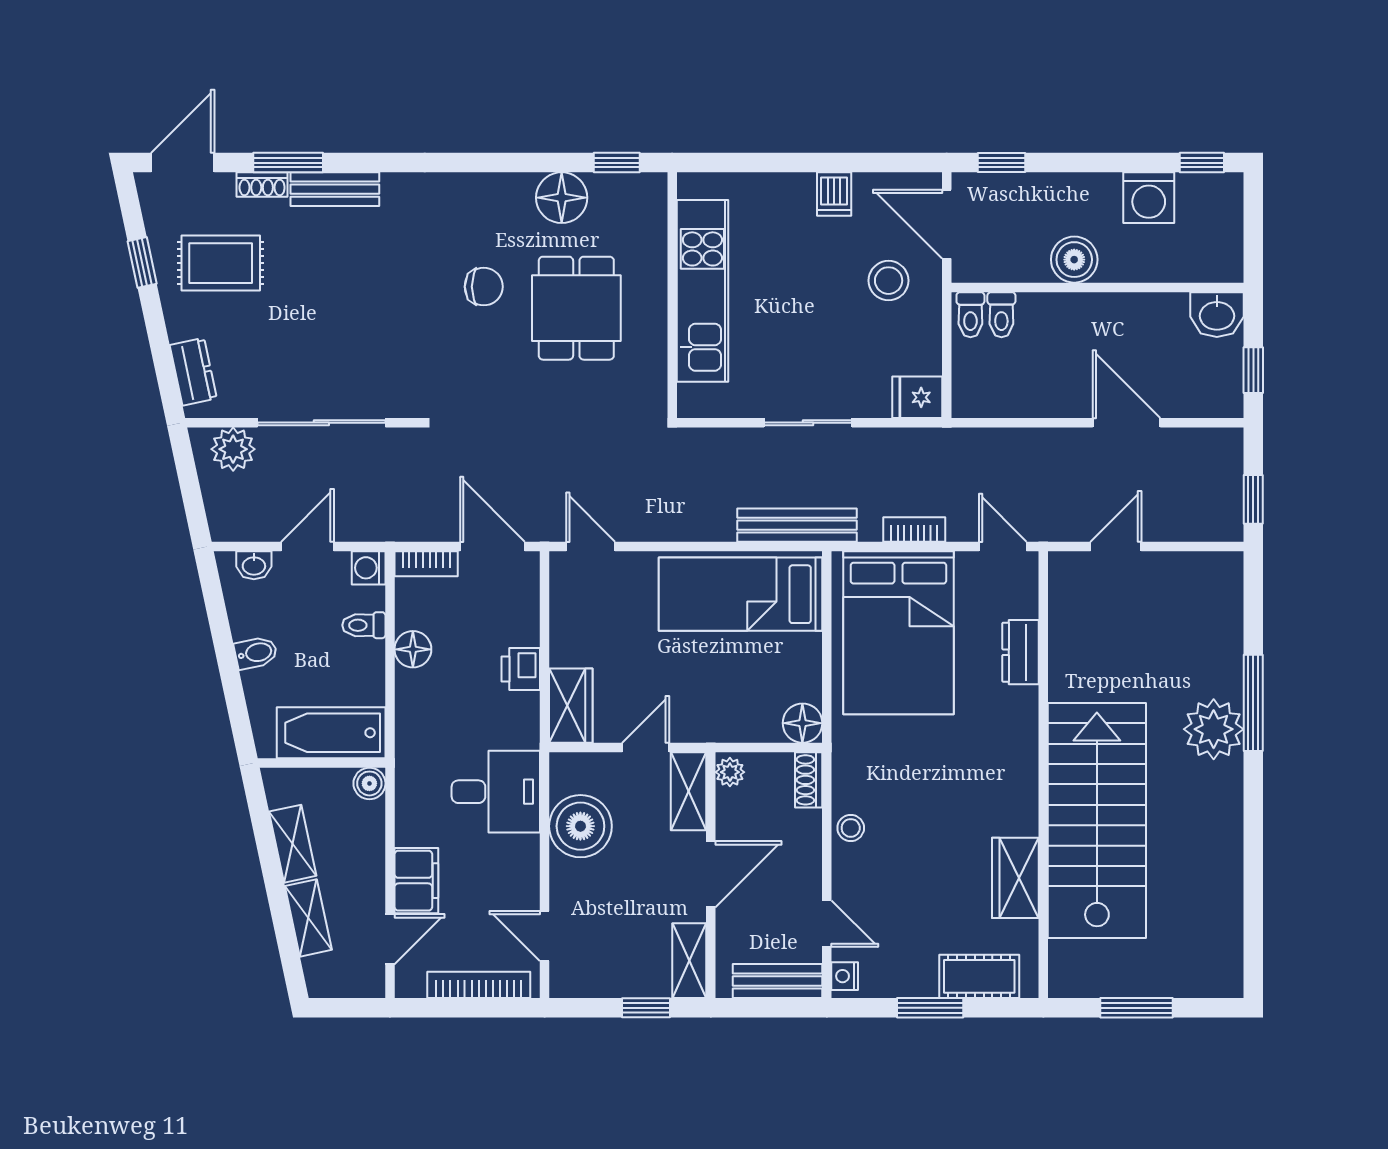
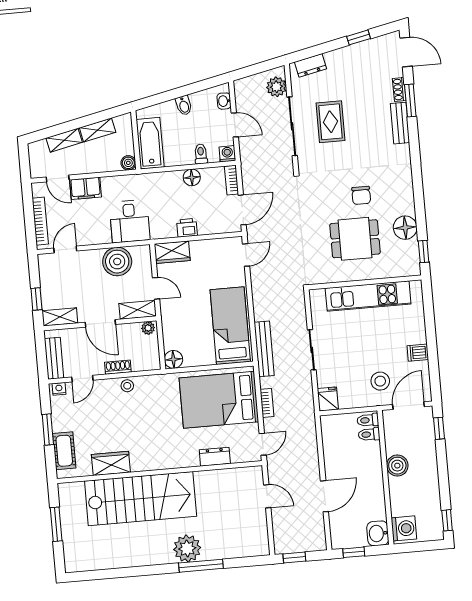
washing machine: (1149, 198) -> (404, 528), moved, turned 180
rug: (221, 263) -> (330, 122), moved
shoe rack: (809, 780) -> (118, 367), moved

